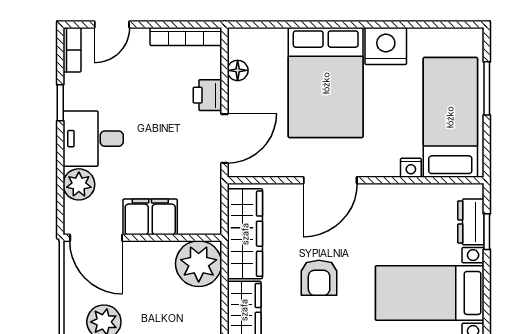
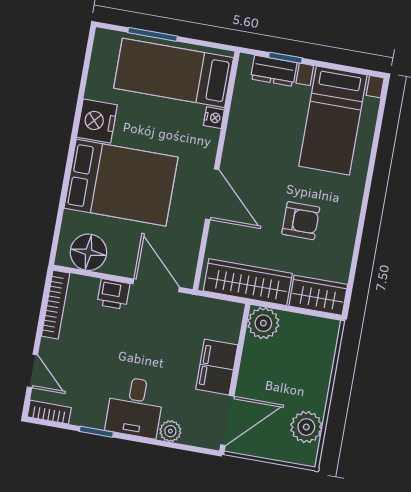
floor lamp: (238, 70) -> (88, 252), width x1.89, depth x1.89
plant: (79, 184) -> (170, 431), width x0.73, depth x0.73
plant: (199, 264) -> (263, 323), width x0.73, depth x0.73

